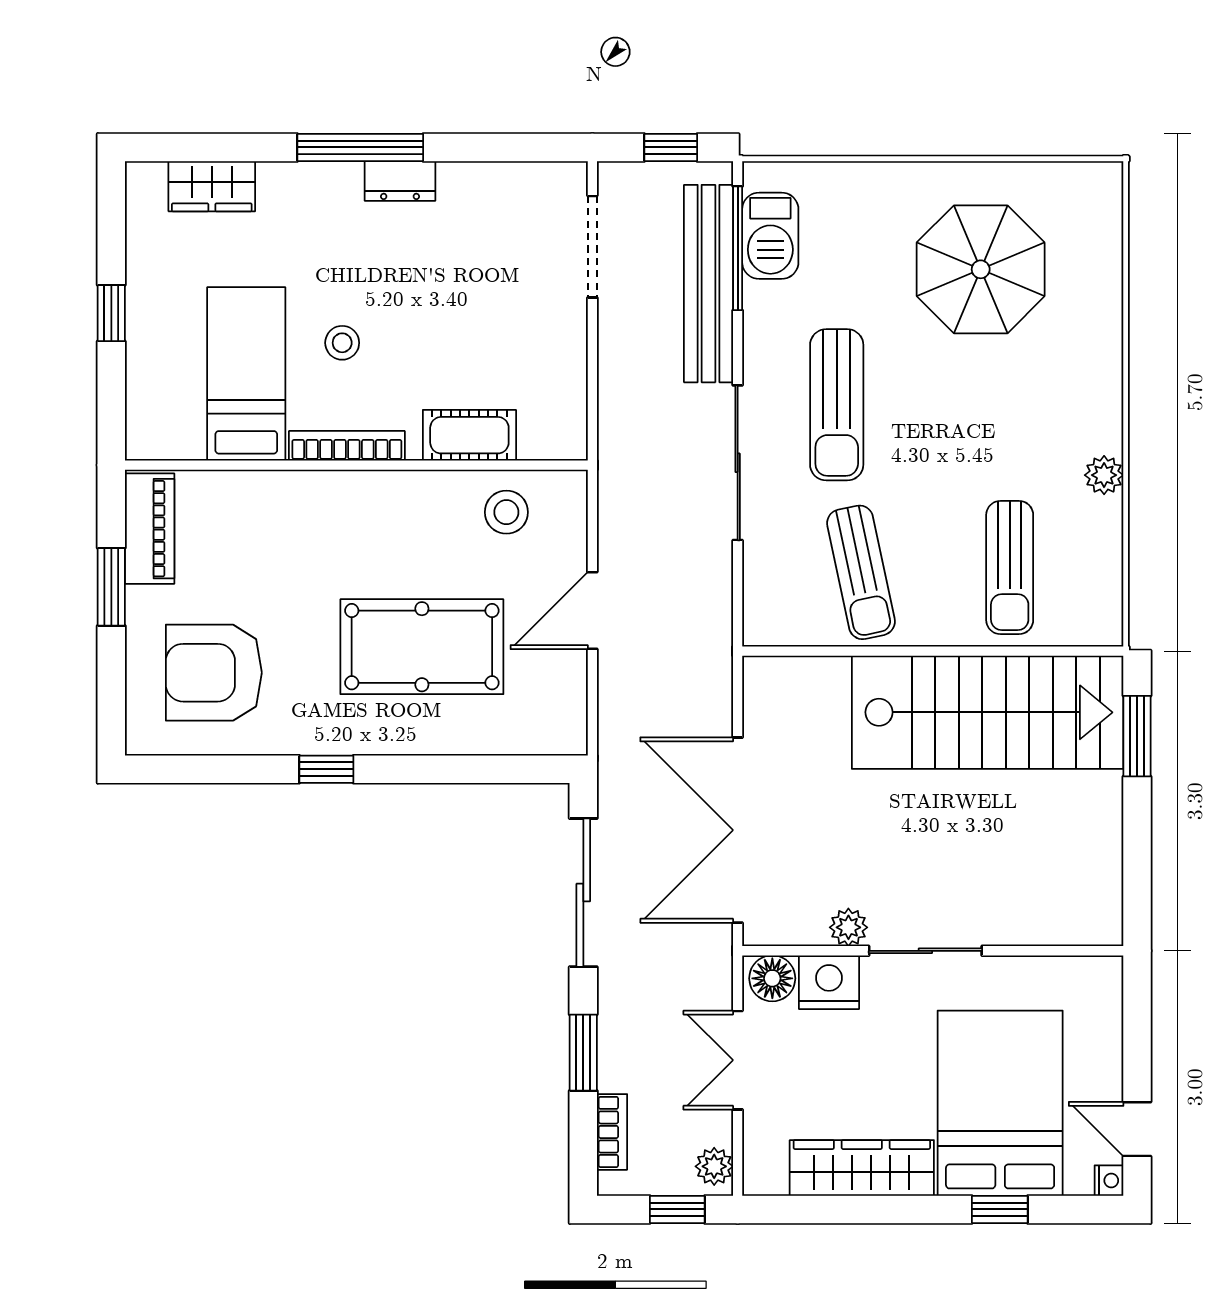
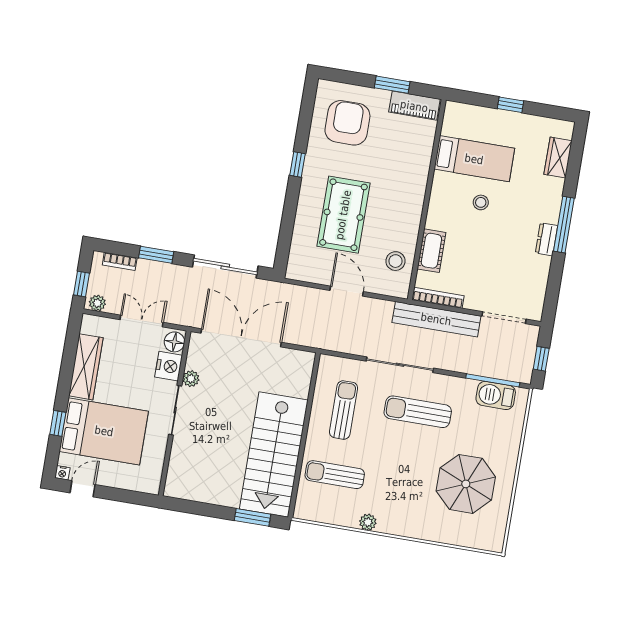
bench: (708, 284) -> (436, 319), moved
bookcase: (347, 446) -> (438, 298), moved, turned -90
sun lounger: (861, 572) -> (344, 410), turned 102

